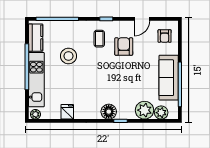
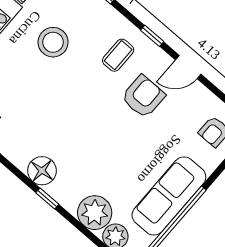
door: (142, 19) -> (188, 67), moved

